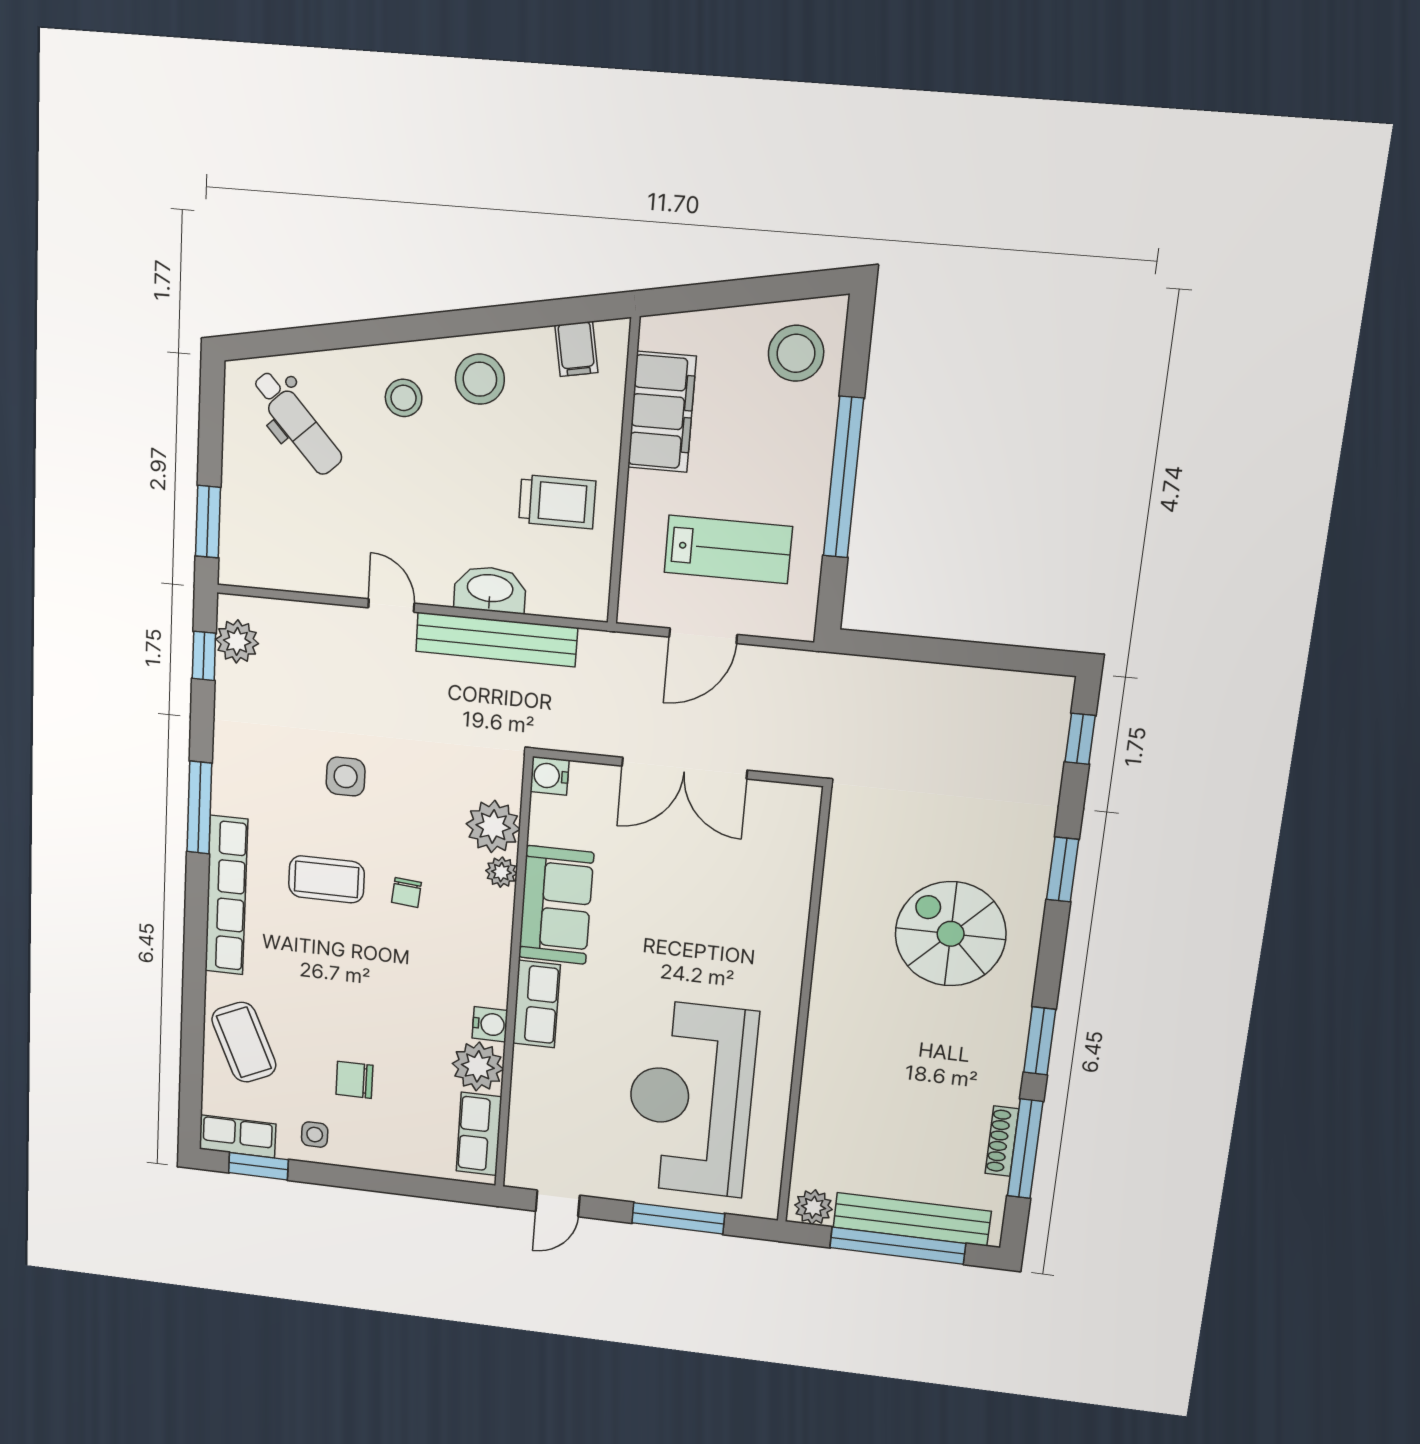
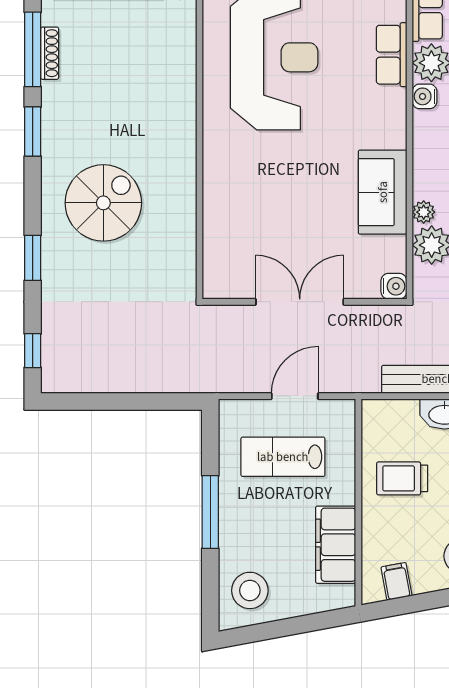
window: (843, 477) -> (210, 512), width x0.68
spiral stairs: (951, 934) -> (103, 203), turned -90
row of seats: (536, 1004) -> (392, 55), moved

